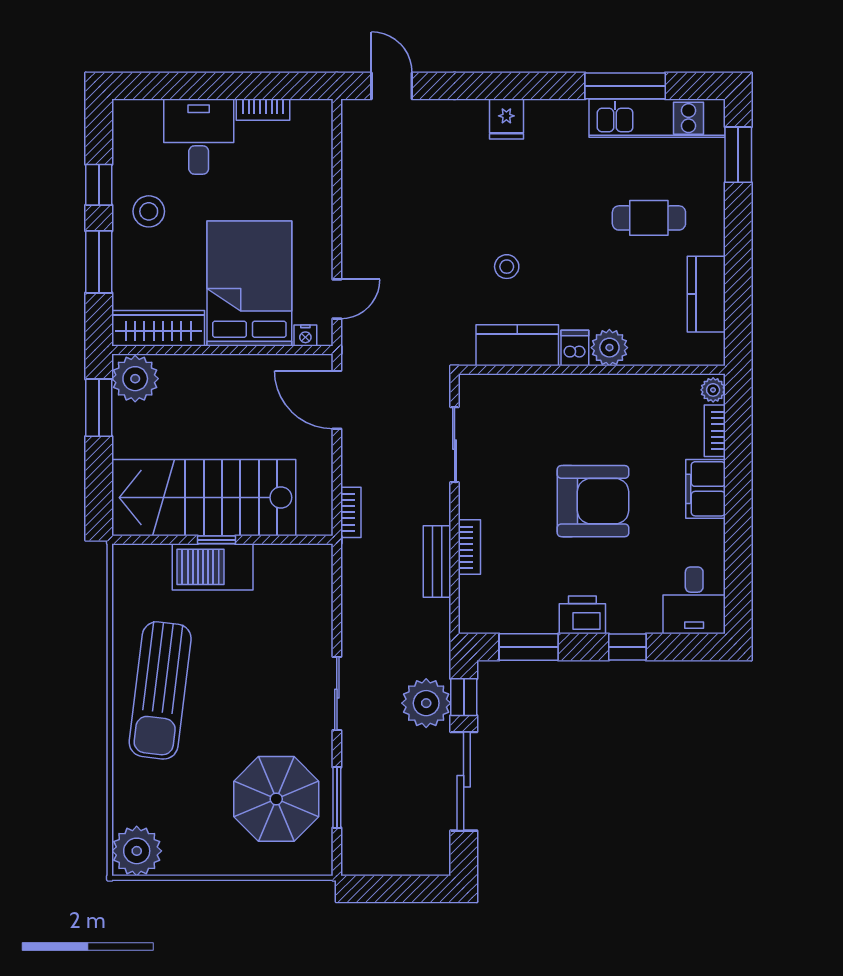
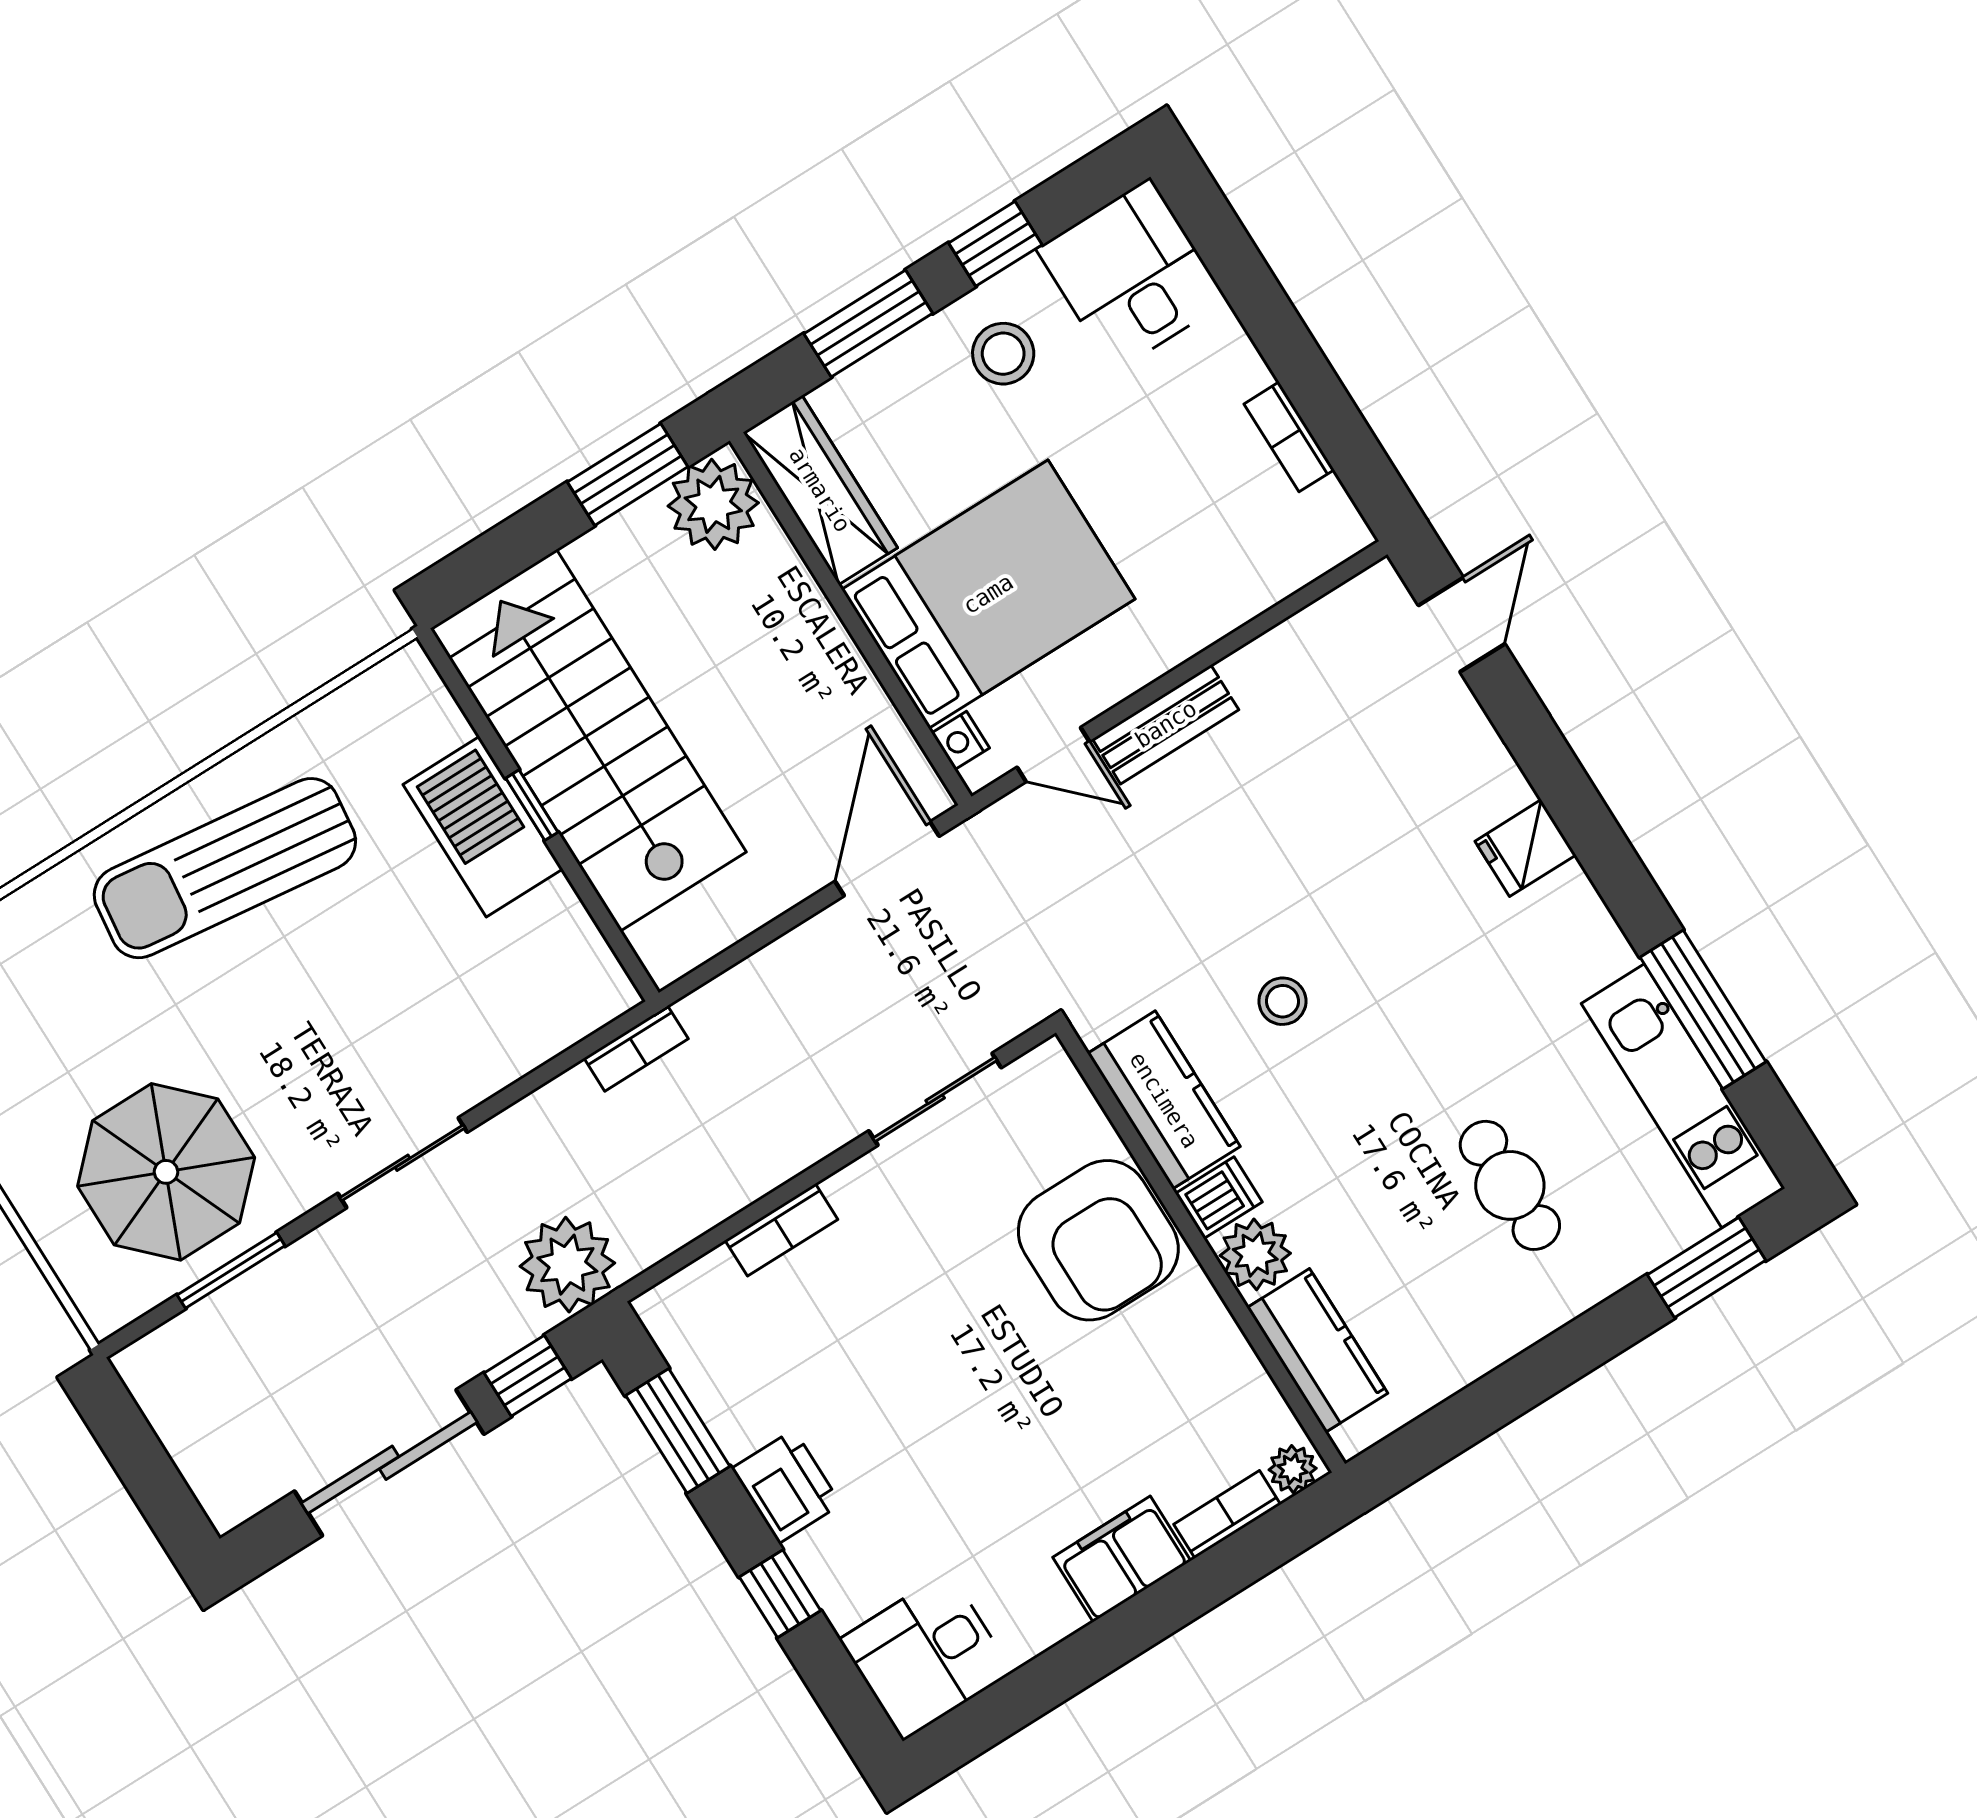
desk: (199, 137) -> (1132, 275), moved, turned -90
kitchen counter: (706, 294) -> (1317, 1350), moved, turned 90
armchair: (593, 501) -> (1098, 1240), moved
bookcase: (351, 512) -> (636, 1048), moved
bench: (437, 562) -> (1166, 724), moved
plant: (426, 703) -> (567, 1265), moved

